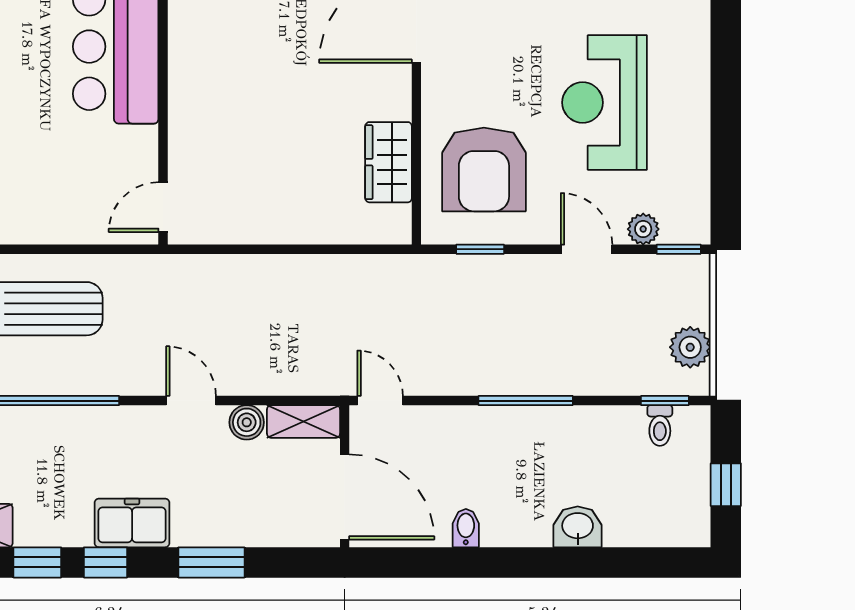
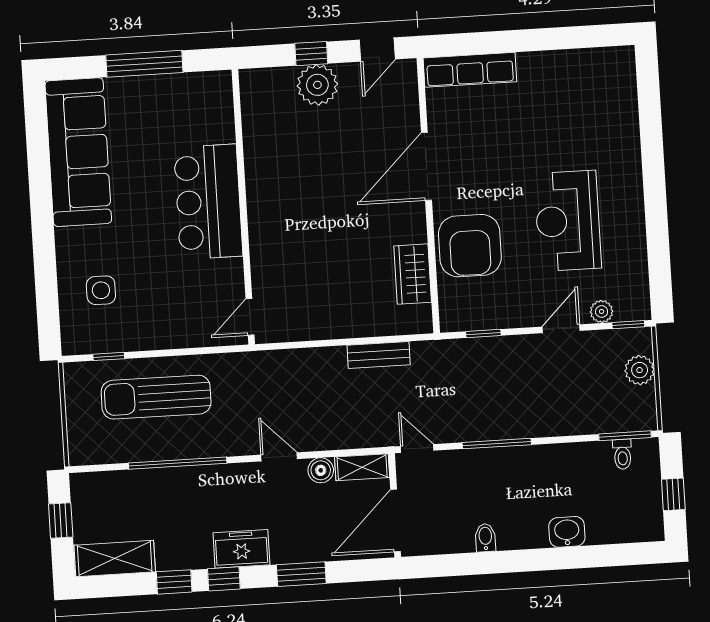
armchair: (484, 169) -> (470, 246), moved
door: (587, 249) -> (561, 329), hinge flipped
bench: (335, 270) -> (379, 355), added
plant: (690, 347) -> (640, 370), moved
window: (526, 401) -> (497, 444), moved
window: (665, 401) -> (625, 436), width x1.50
door: (345, 497) -> (395, 520), swing flipped

